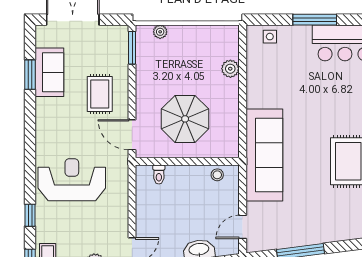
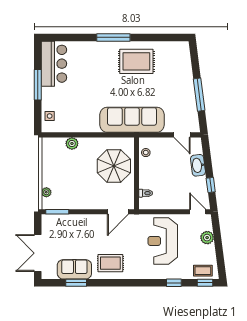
rug: (100, 94) -> (110, 263), moved
parasol: (185, 119) -> (114, 166), moved
reception desk: (72, 180) -> (163, 241), moved

